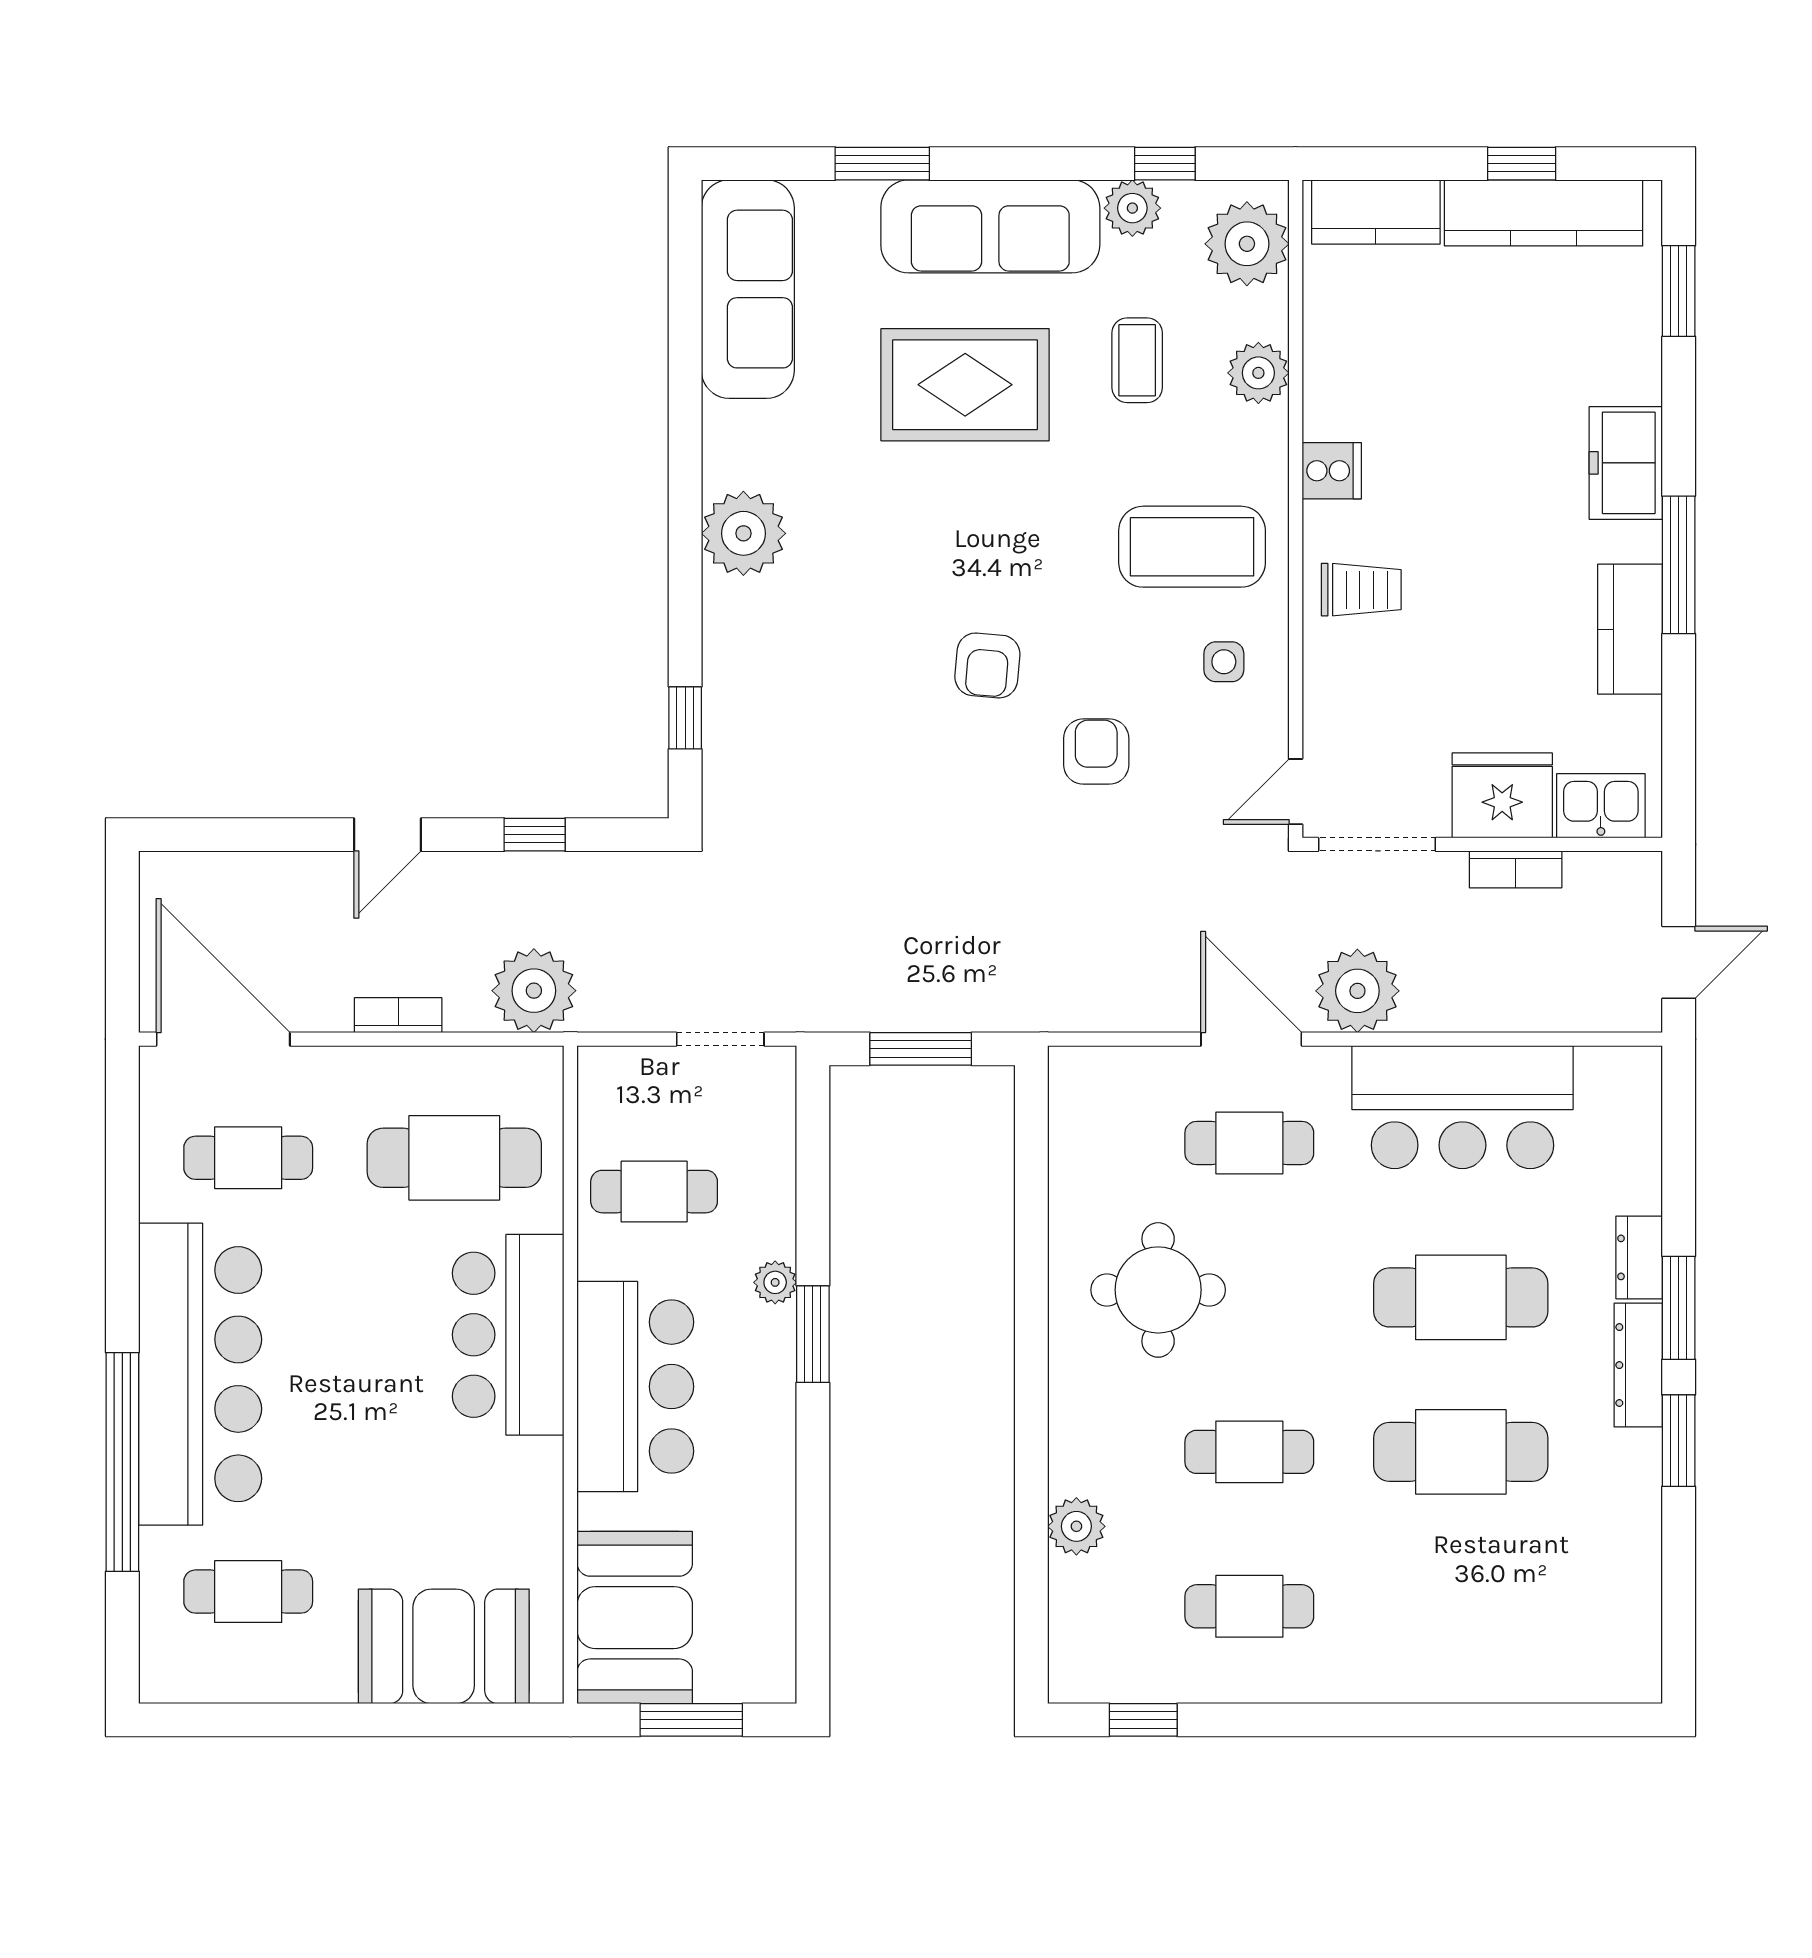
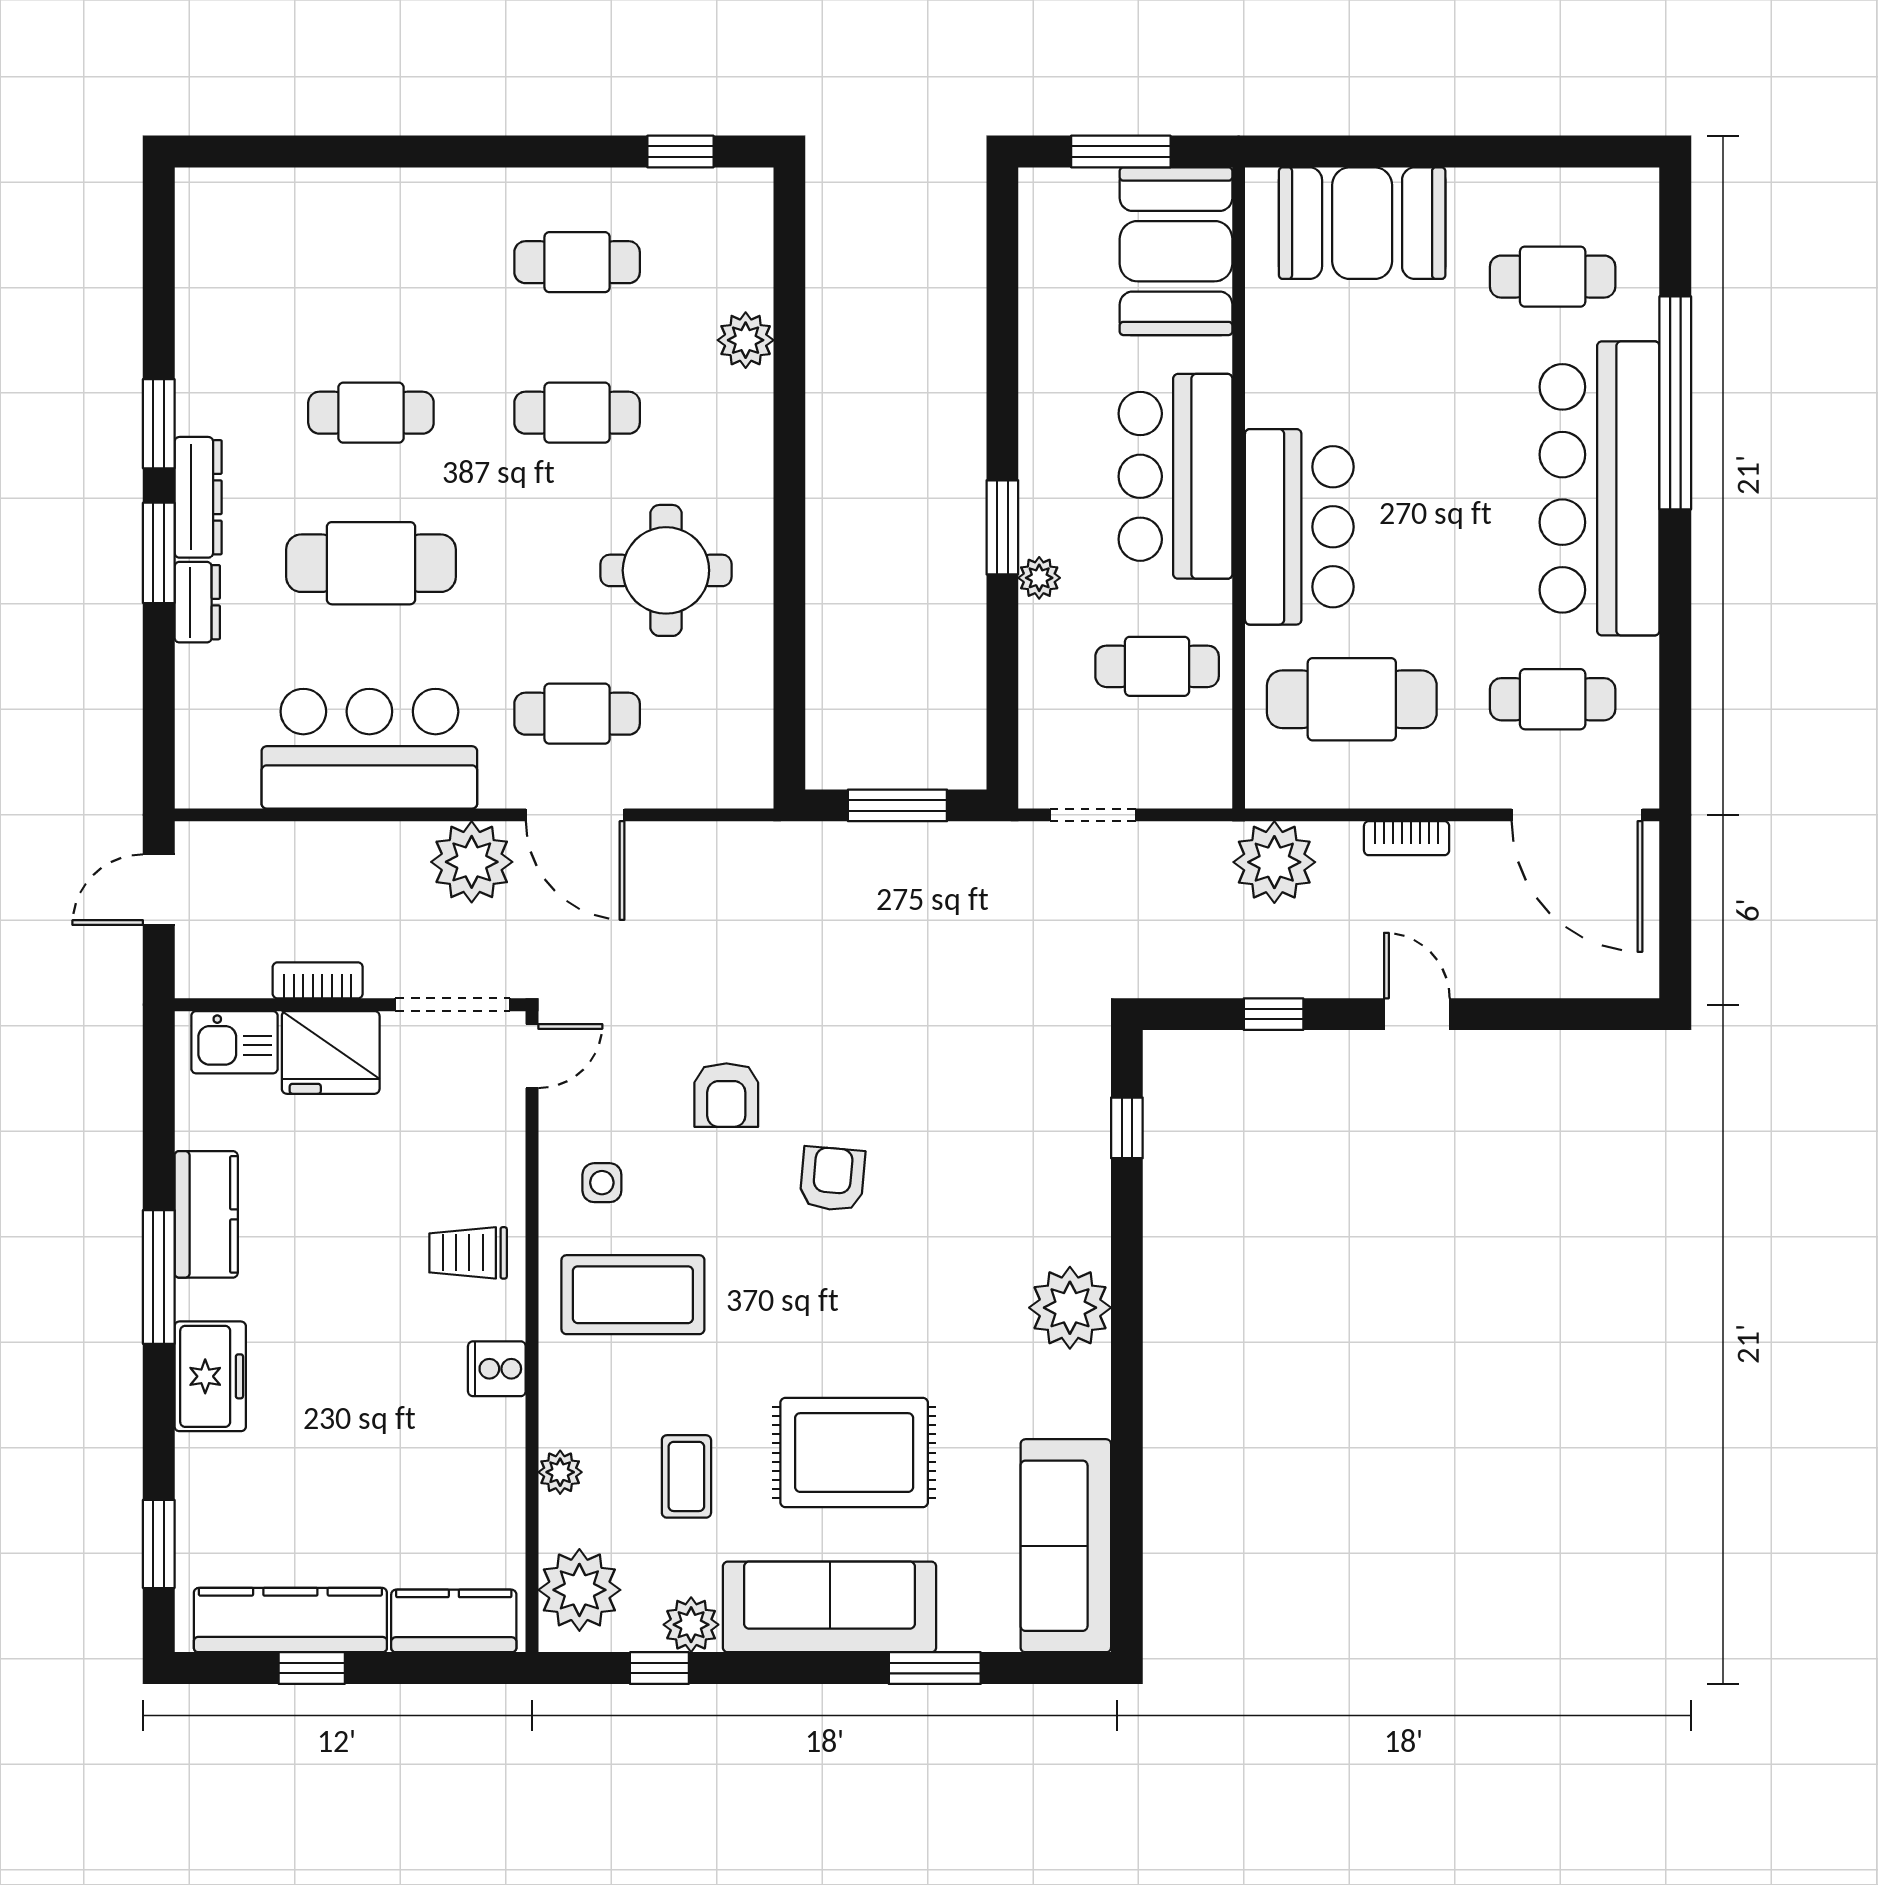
plant: (1258, 373) -> (560, 1472), width x0.73, depth x0.73
door: (388, 835) -> (1417, 1014), hinge flipped
cafe table: (1461, 1452) -> (371, 413), width x0.73, depth x0.74

